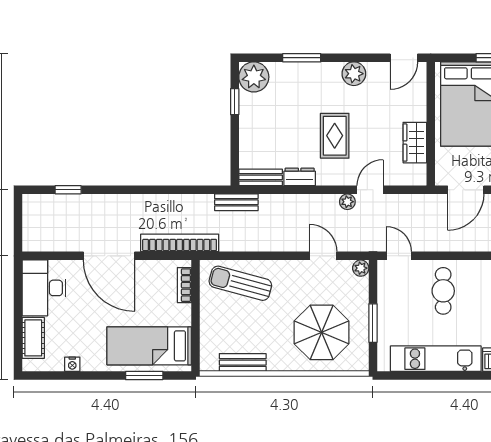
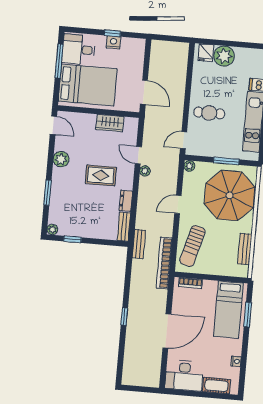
plant: (254, 77) -> (52, 229), width x0.53, depth x0.53
window: (68, 190) -> (124, 317), moved
bookcase: (180, 243) -> (164, 263), moved
door: (323, 256) -> (178, 204), moved
parasol: (322, 332) -> (229, 195), width x1.36, depth x1.36

